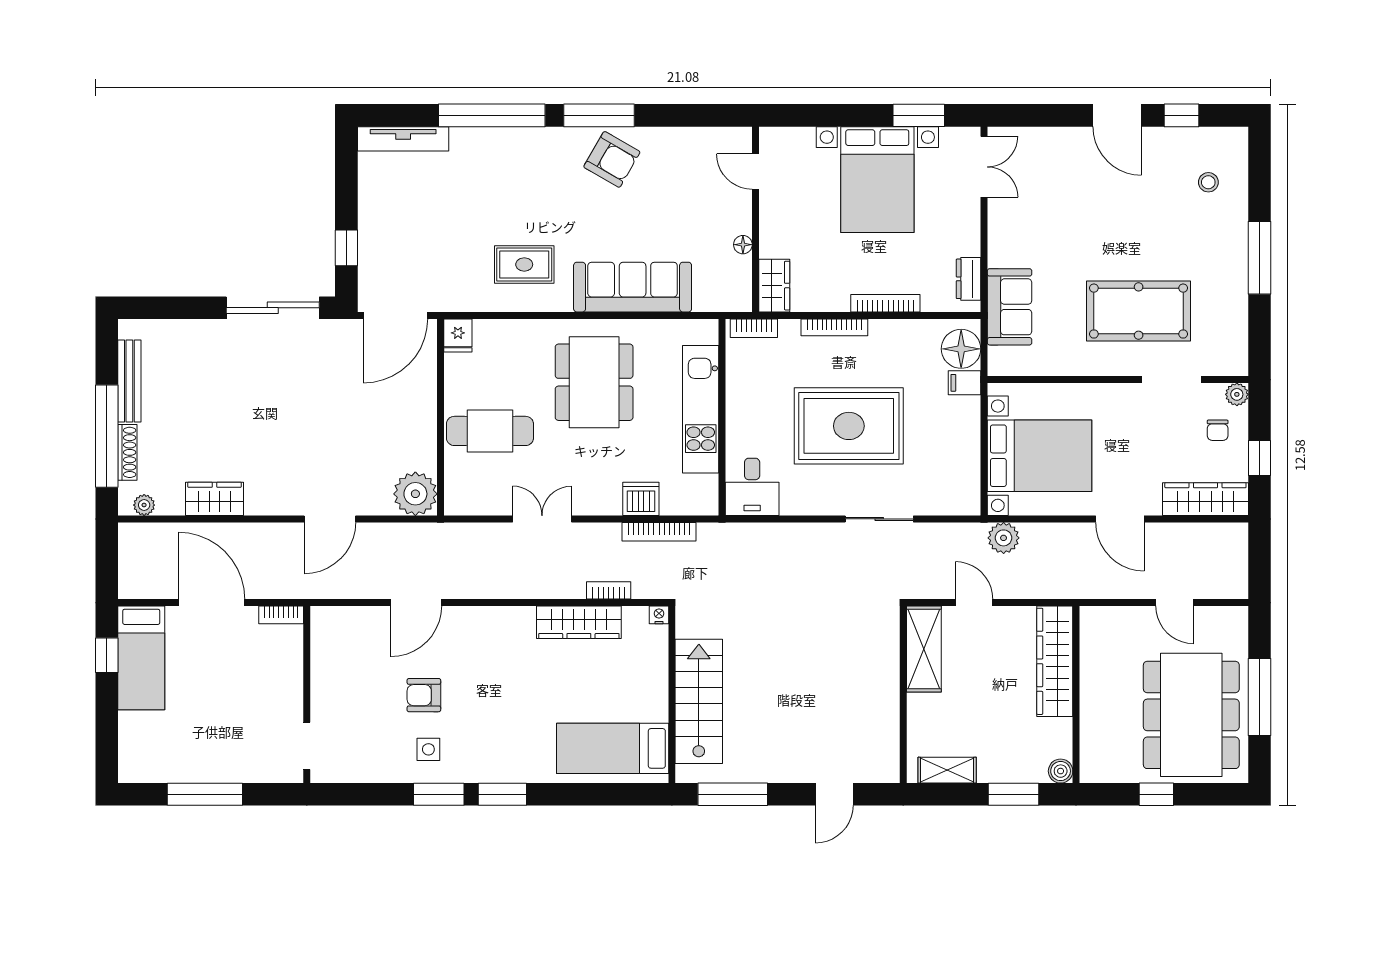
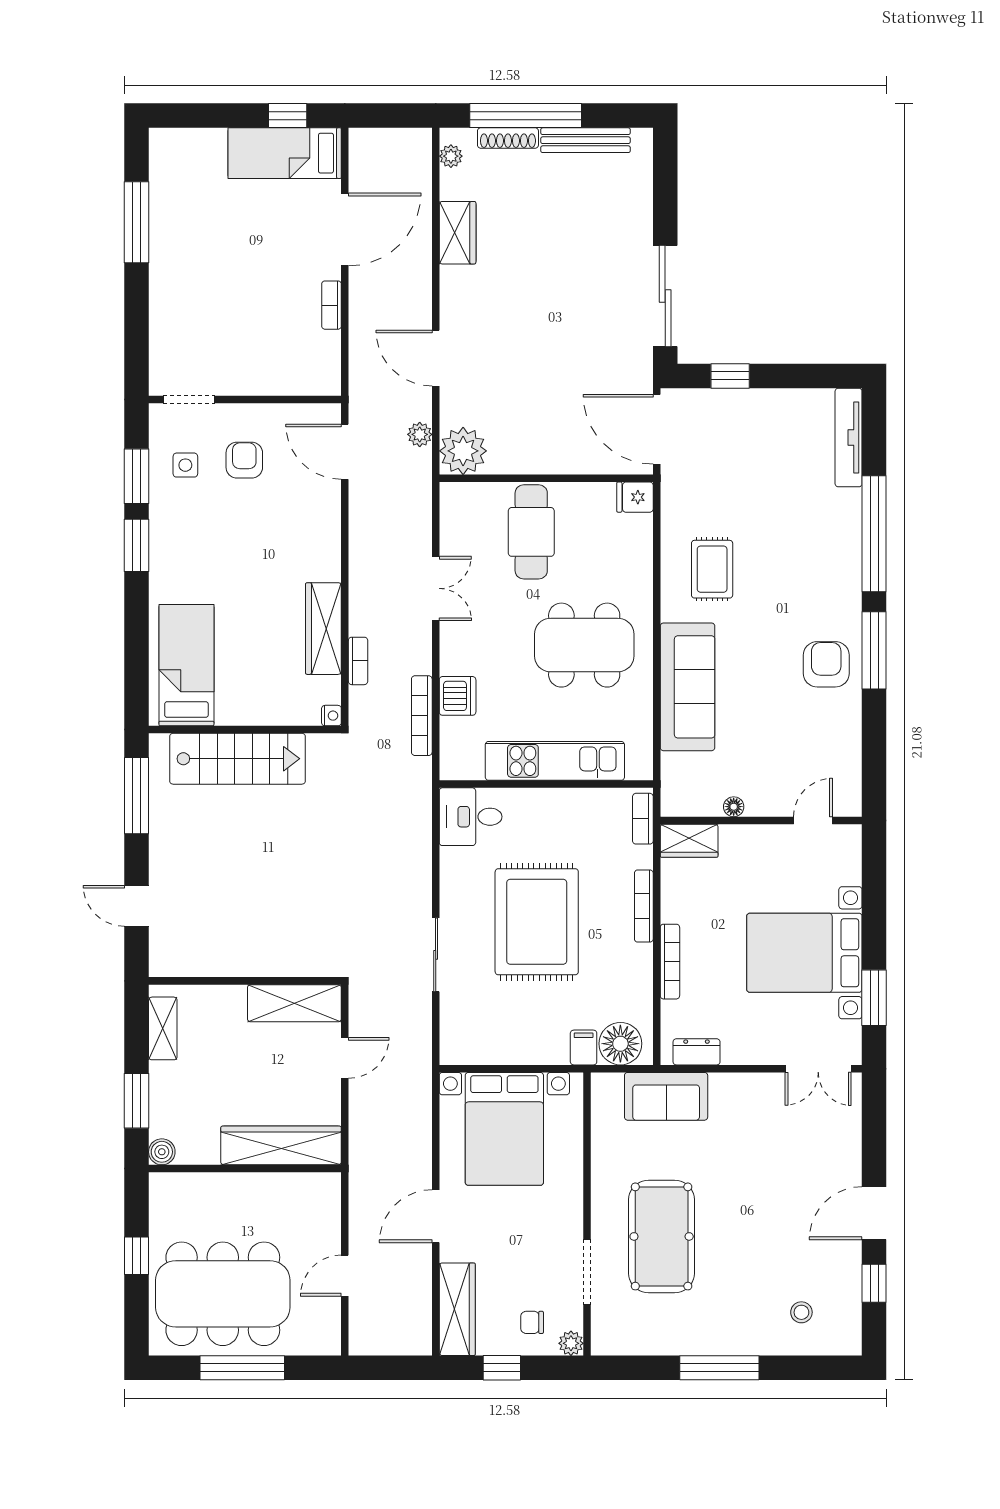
armchair: (612, 159) -> (826, 664), turned 150
plant: (1004, 538) -> (420, 434), moved, width x0.73, depth x0.73
wall: (307, 695) -> (245, 400), moved
doorway: (307, 746) -> (189, 400), moved

